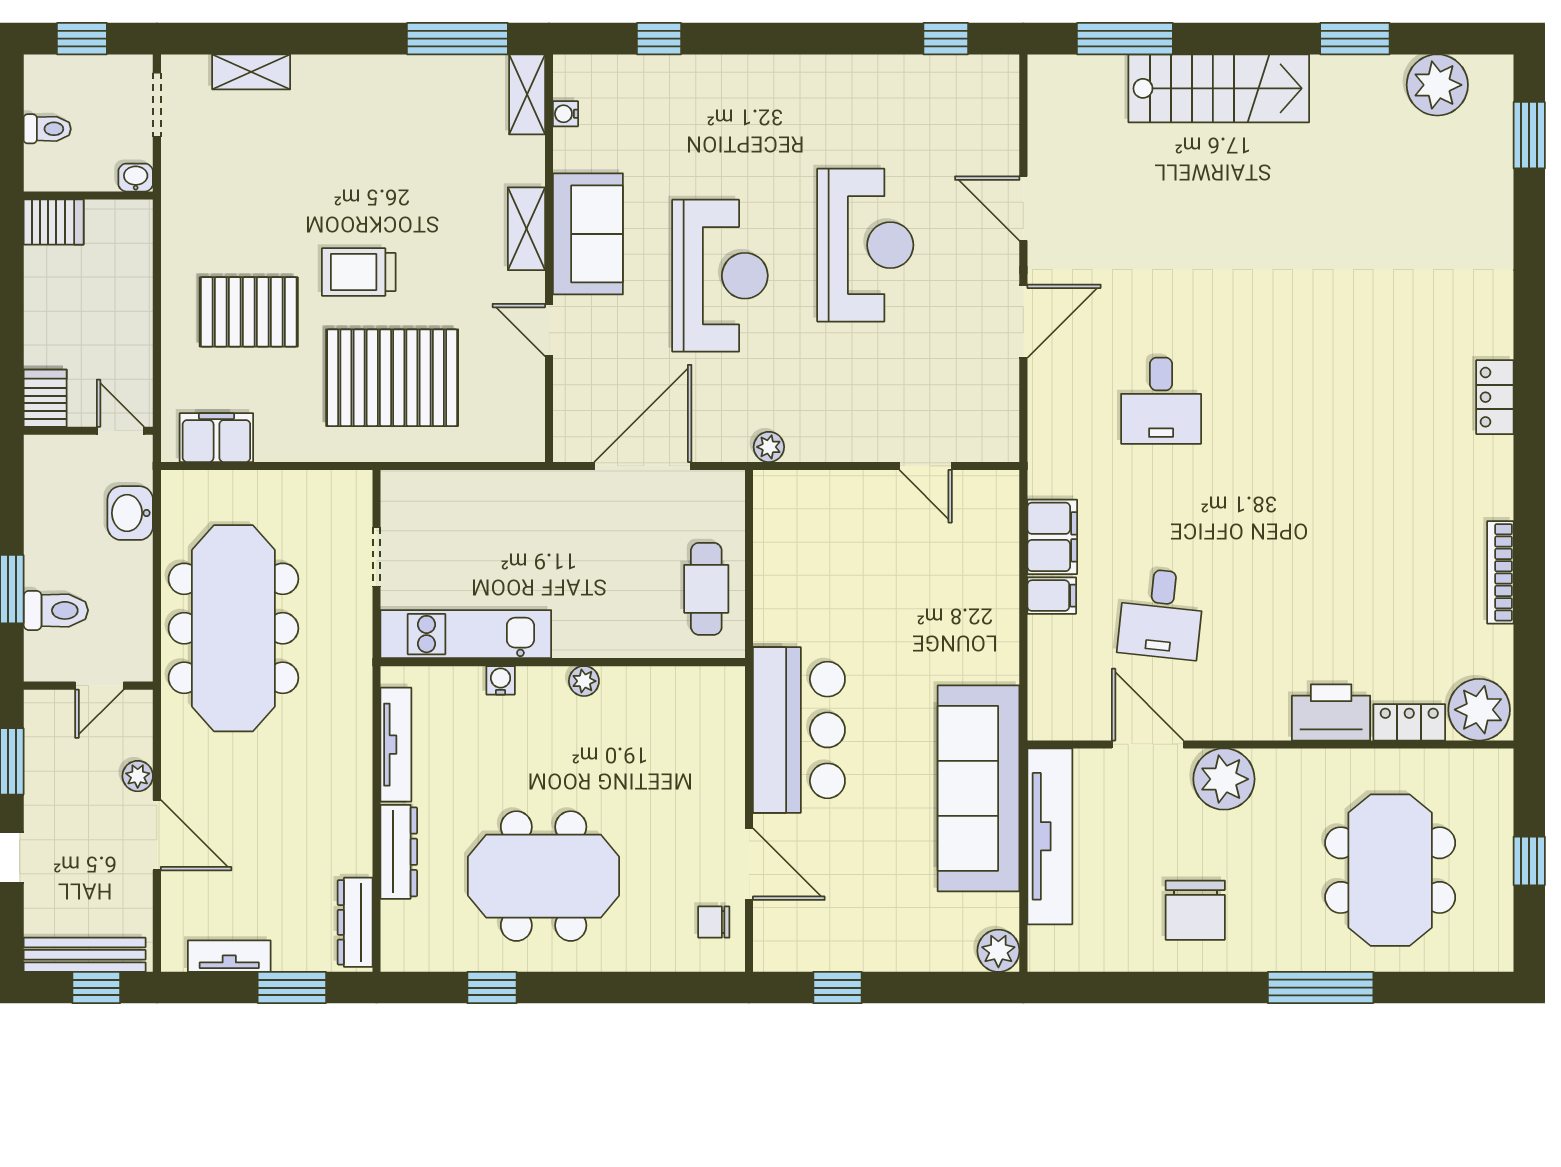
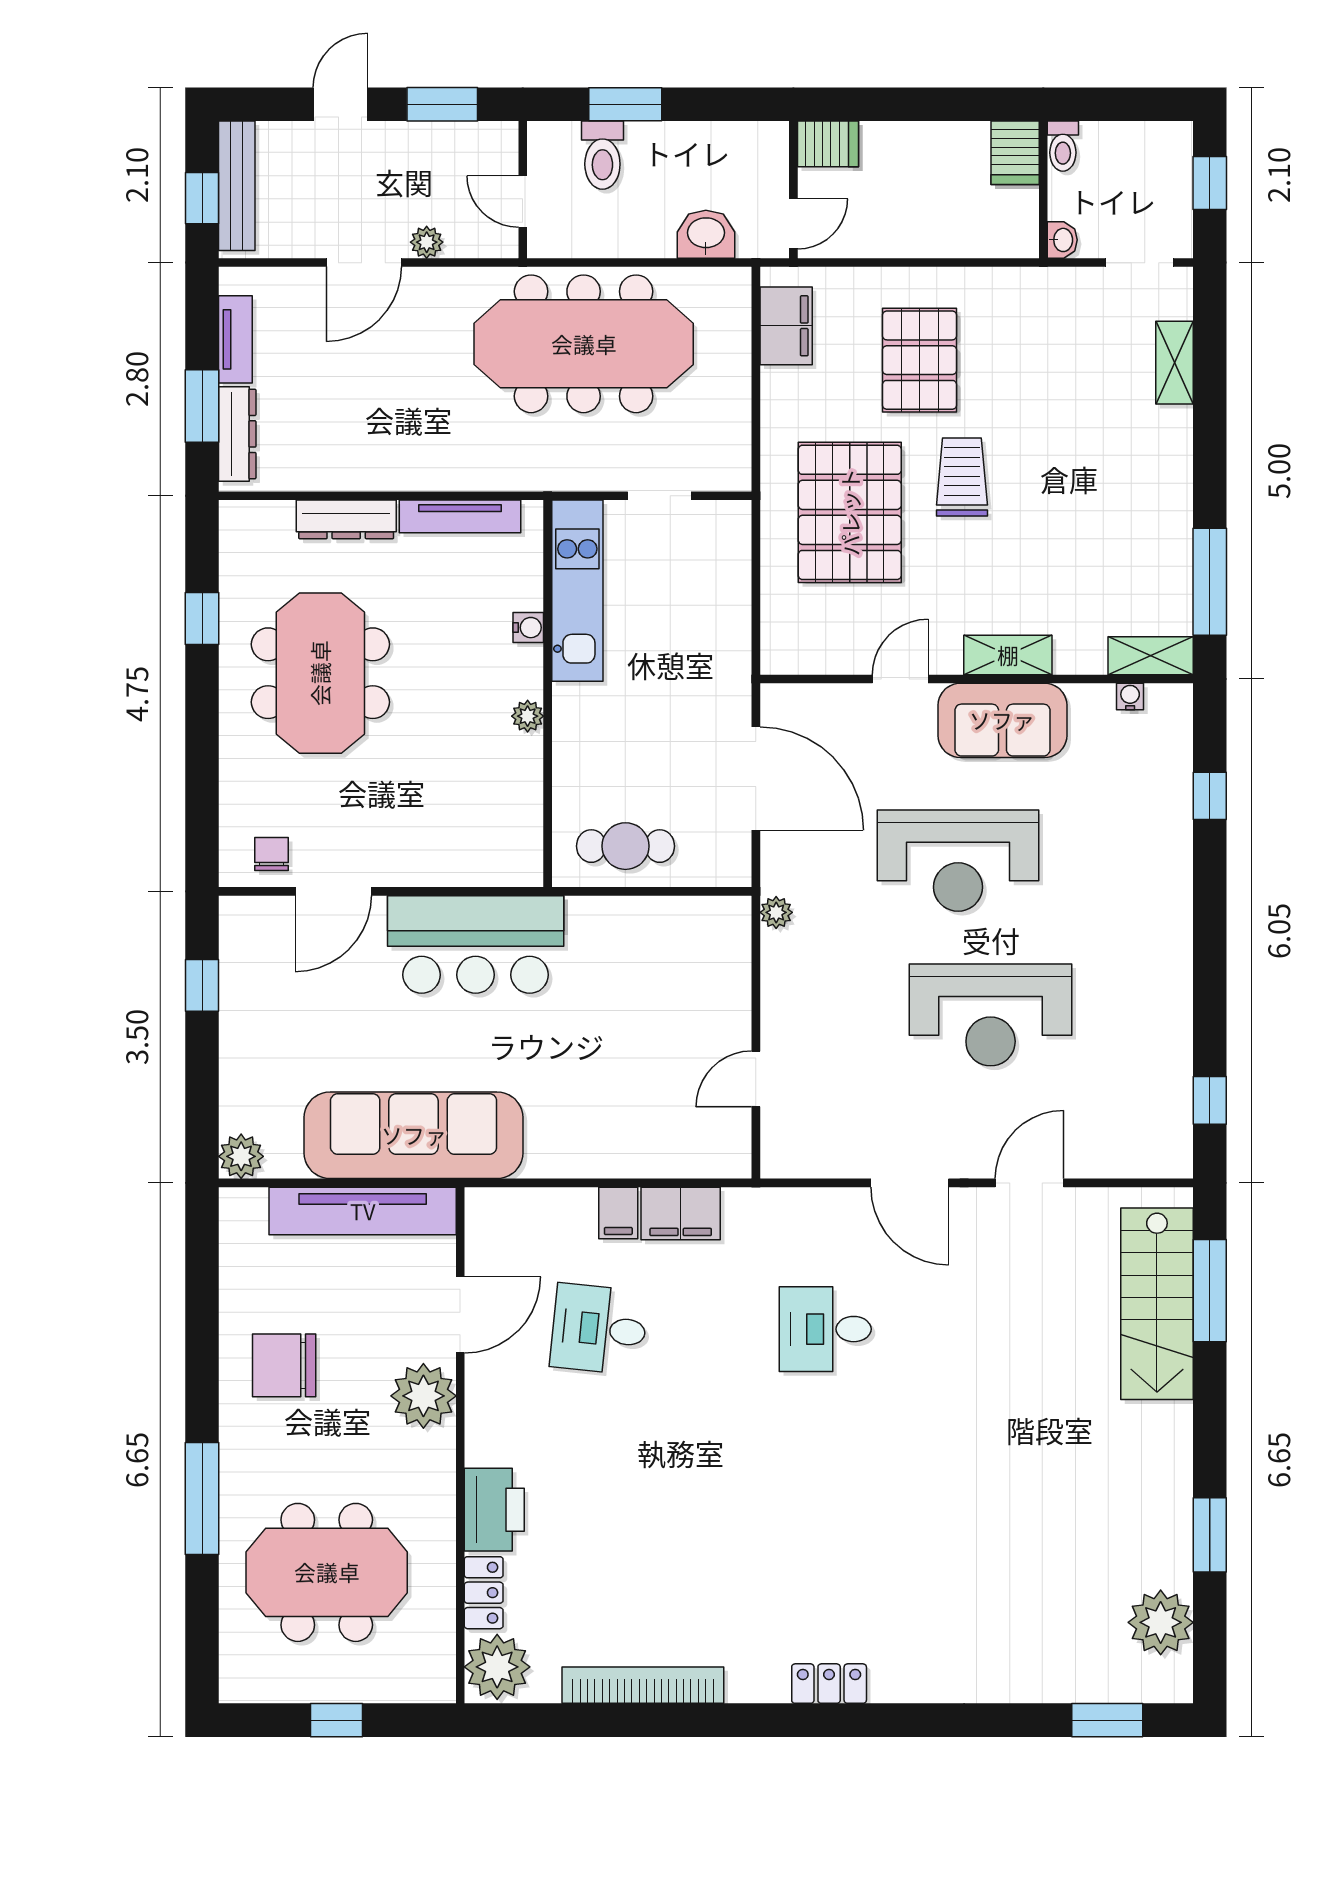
stairs: (1219, 88) -> (1157, 1304), moved
toilet: (47, 129) -> (1063, 146), moved
bookcase: (1500, 572) -> (643, 1685), width x1.48, depth x1.31
dresser: (355, 922) -> (237, 434), moved, turned 90

